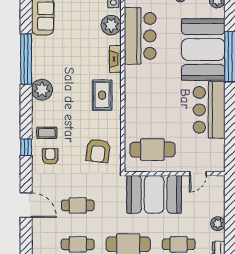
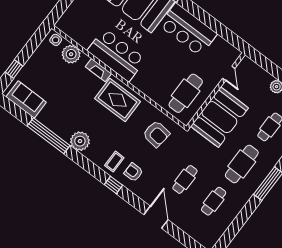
bar counter: (140, 36) -> (116, 55), moved
rug: (102, 95) -> (118, 100), width x1.36, depth x1.43
door: (26, 205) -> (156, 217), hinge flipped

